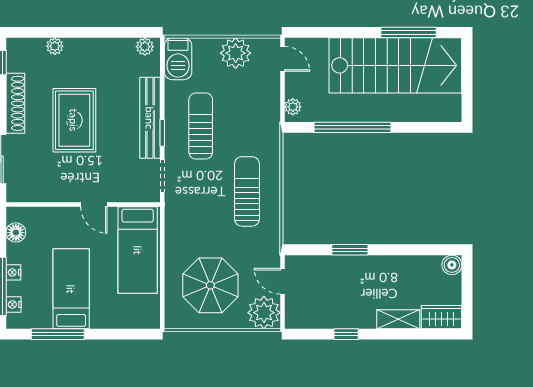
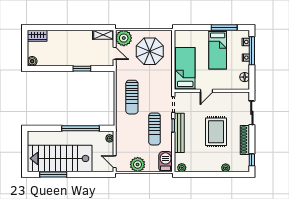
door: (94, 204) -> (207, 91), swing flipped
shelving: (398, 319) -> (103, 35), moved
window: (346, 334) -> (84, 28), removed

